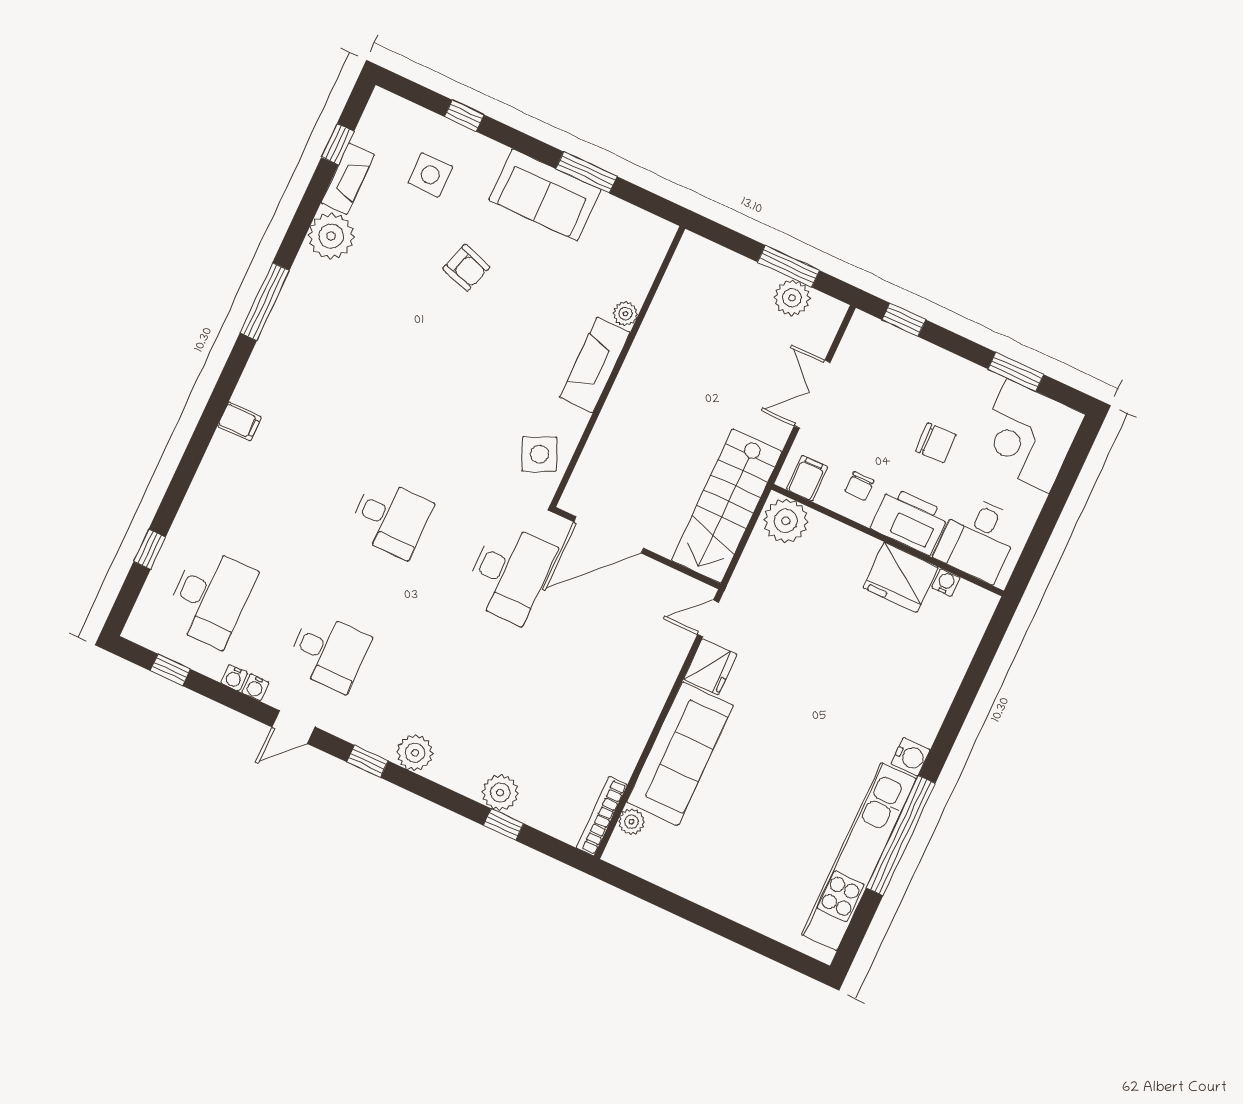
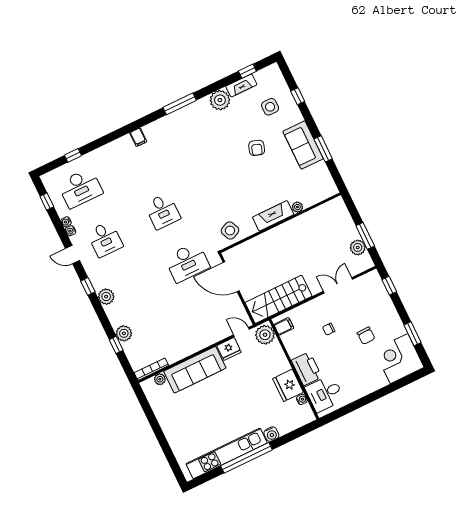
filing cabinet: (807, 478) -> (284, 326), moved
plant: (786, 521) -> (265, 335), moved
printer: (910, 521) -> (307, 369), moved
desk: (978, 538) -> (325, 393), moved
wall: (888, 540) -> (294, 369), moved
fridge: (901, 578) -> (288, 385), moved
water cooler: (946, 582) -> (302, 399), moved

